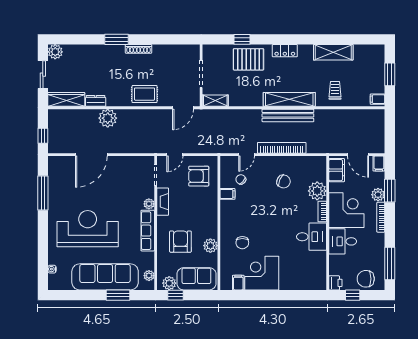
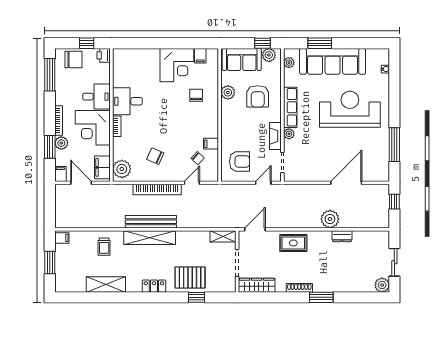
wardrobe: (66, 99) -> (257, 285), moved, turned 180
plant: (317, 191) -> (122, 169), moved
reception desk: (88, 229) -> (350, 109), turned 180

